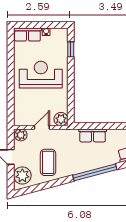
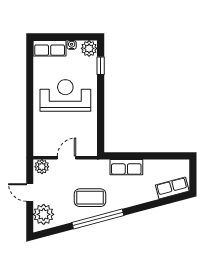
plant: (61, 119) -> (89, 48), moved
coffee table: (48, 162) -> (90, 198), moved, turned 90
window: (95, 172) -> (98, 219), moved

